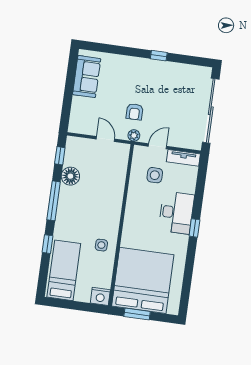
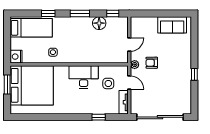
window: (54, 201) -> (80, 14), width x0.69
desk: (176, 213) -> (84, 77), moved, turned 180
window: (194, 228) -> (99, 117), moved

